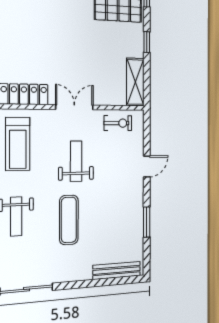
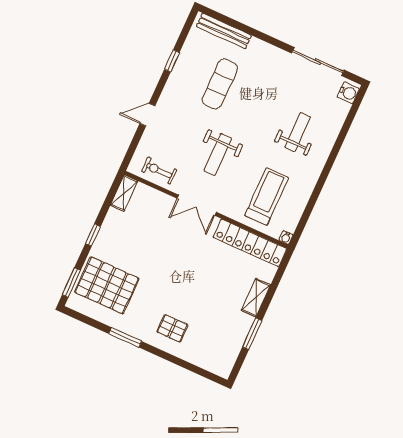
shelving: (135, 82) -> (124, 193), width x0.67, depth x0.75
exercise mat: (69, 220) -> (220, 84), moved
window: (147, 222) -> (172, 61), width x0.67

